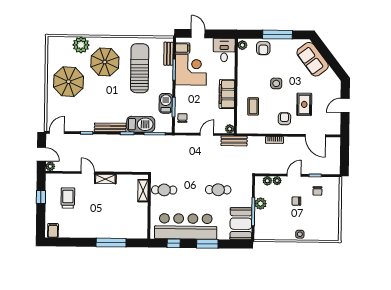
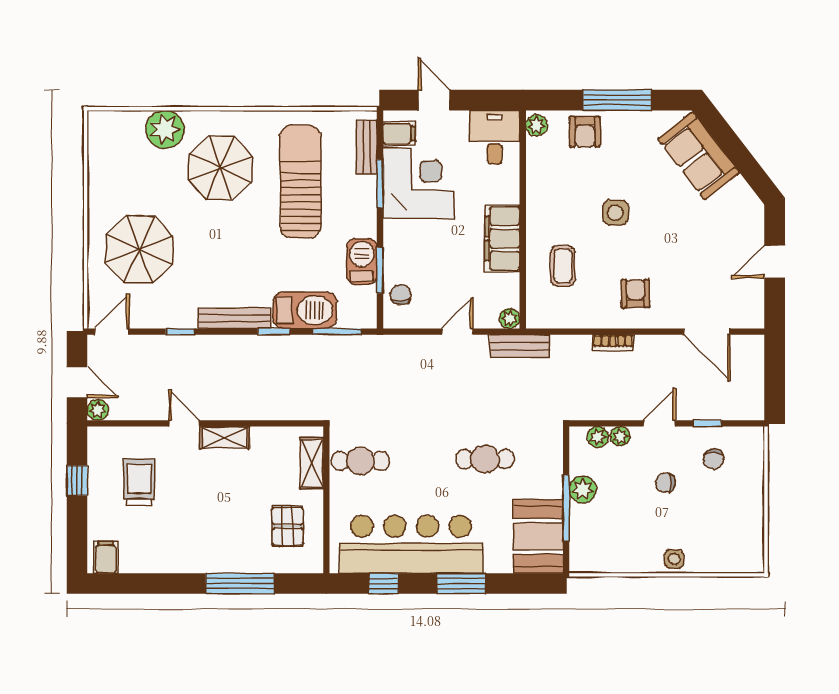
parasol: (69, 82) -> (139, 249), moved
rug: (304, 104) -> (681, 260), removed
pallet: (132, 218) -> (288, 526), added

